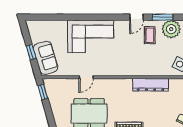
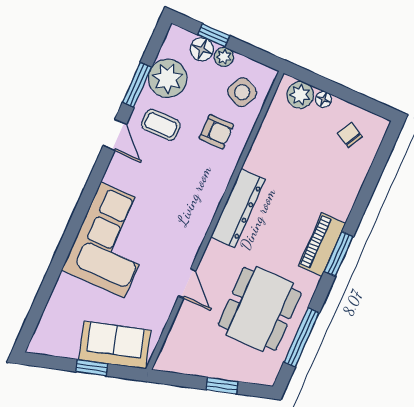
armchair: (158, 61) -> (216, 132), added
dresser: (151, 85) -> (238, 208), moved
window: (43, 92) -> (222, 386), moved

